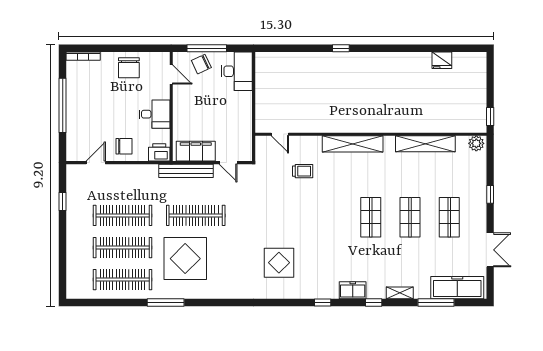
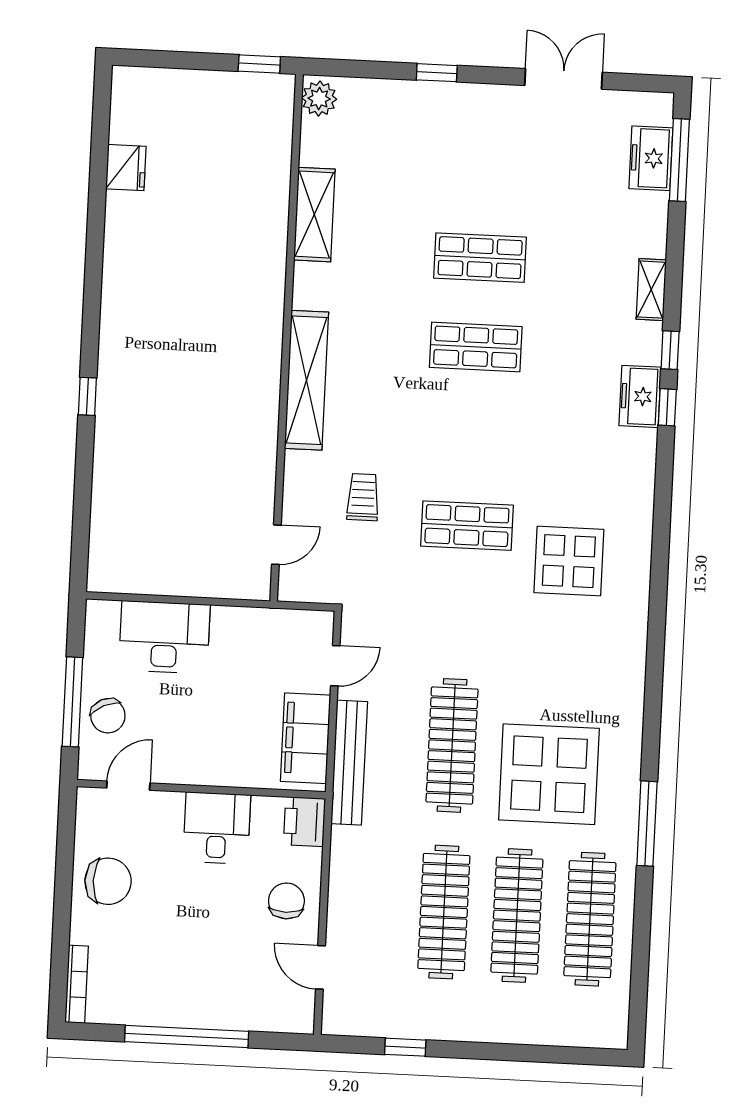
desk: (237, 71) -> (164, 637), moved
shelving: (425, 144) -> (314, 215), width x0.68
shop shelf: (449, 217) -> (467, 526), moved
freezer: (457, 288) -> (651, 158), width x0.52, depth x0.79
window: (323, 303) -> (667, 407), moved
window: (436, 303) -> (679, 160), moved

